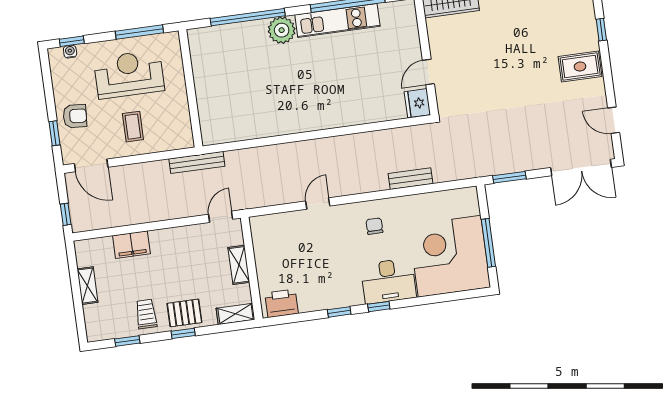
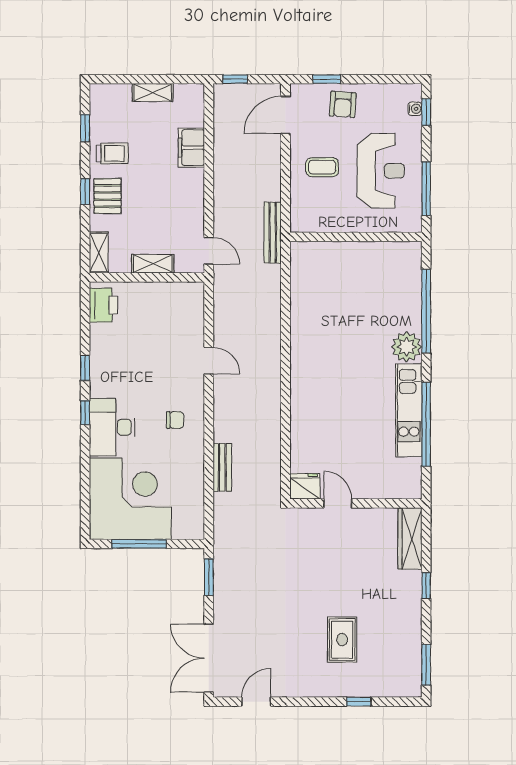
rug: (580, 67) -> (342, 640), moved

